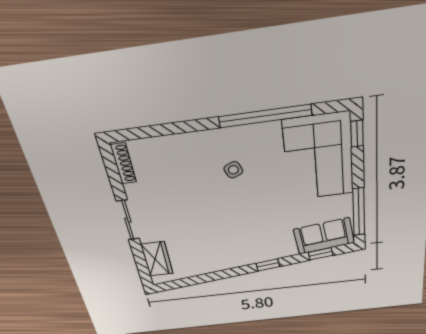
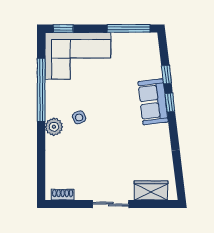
plant: (215, 140) -> (54, 127), added
shoe rack: (124, 163) -> (63, 195), width x0.70
sofa: (324, 236) -> (153, 102), moved
window: (321, 254) -> (166, 74), moved

